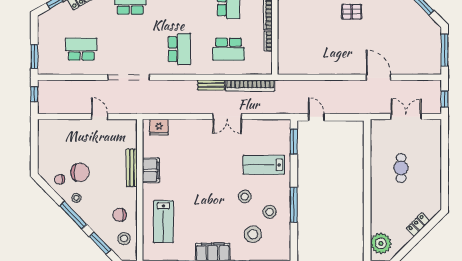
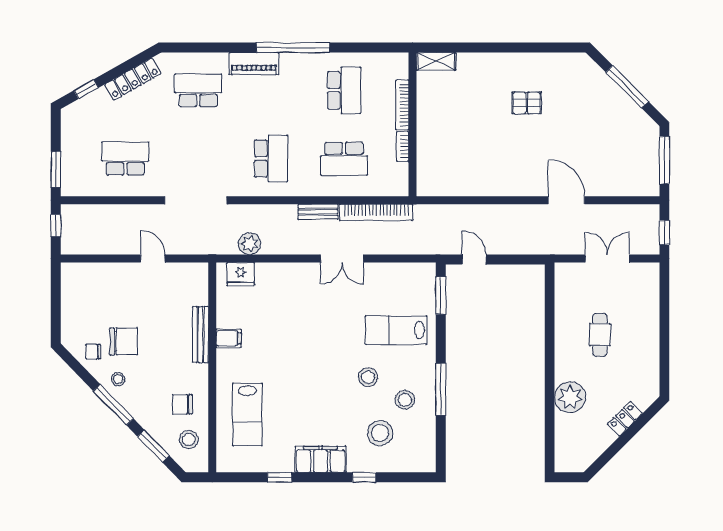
plant: (165, 107) -> (249, 244), added
filing cabinet: (151, 170) -> (229, 338), width x0.50
plant: (381, 243) -> (570, 397), moved

